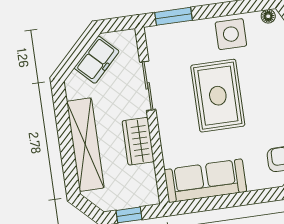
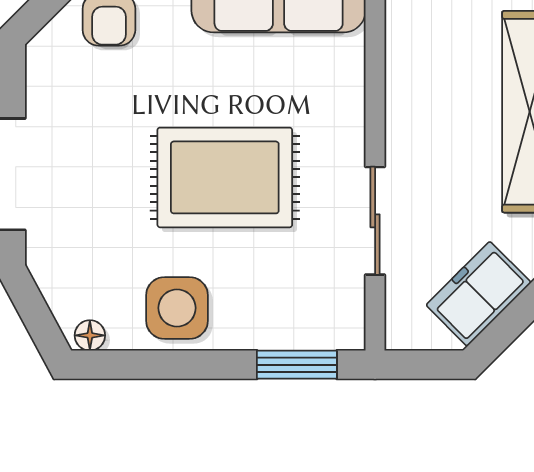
rug: (218, 96) -> (225, 177), turned 90
wardrobe: (138, 141) -> (413, 103), removed

